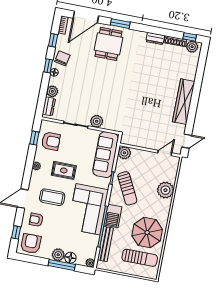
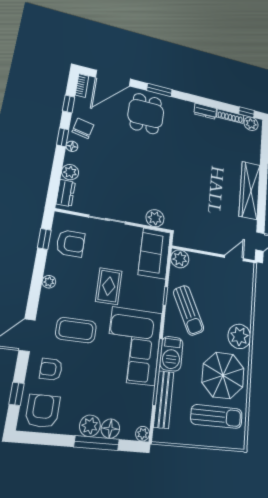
plant: (97, 121) -> (155, 218), moved
sofa: (106, 155) -> (154, 253), width x0.73
rug: (64, 170) -> (109, 286), moved, turned 90
plant: (165, 190) -> (239, 336), moved

